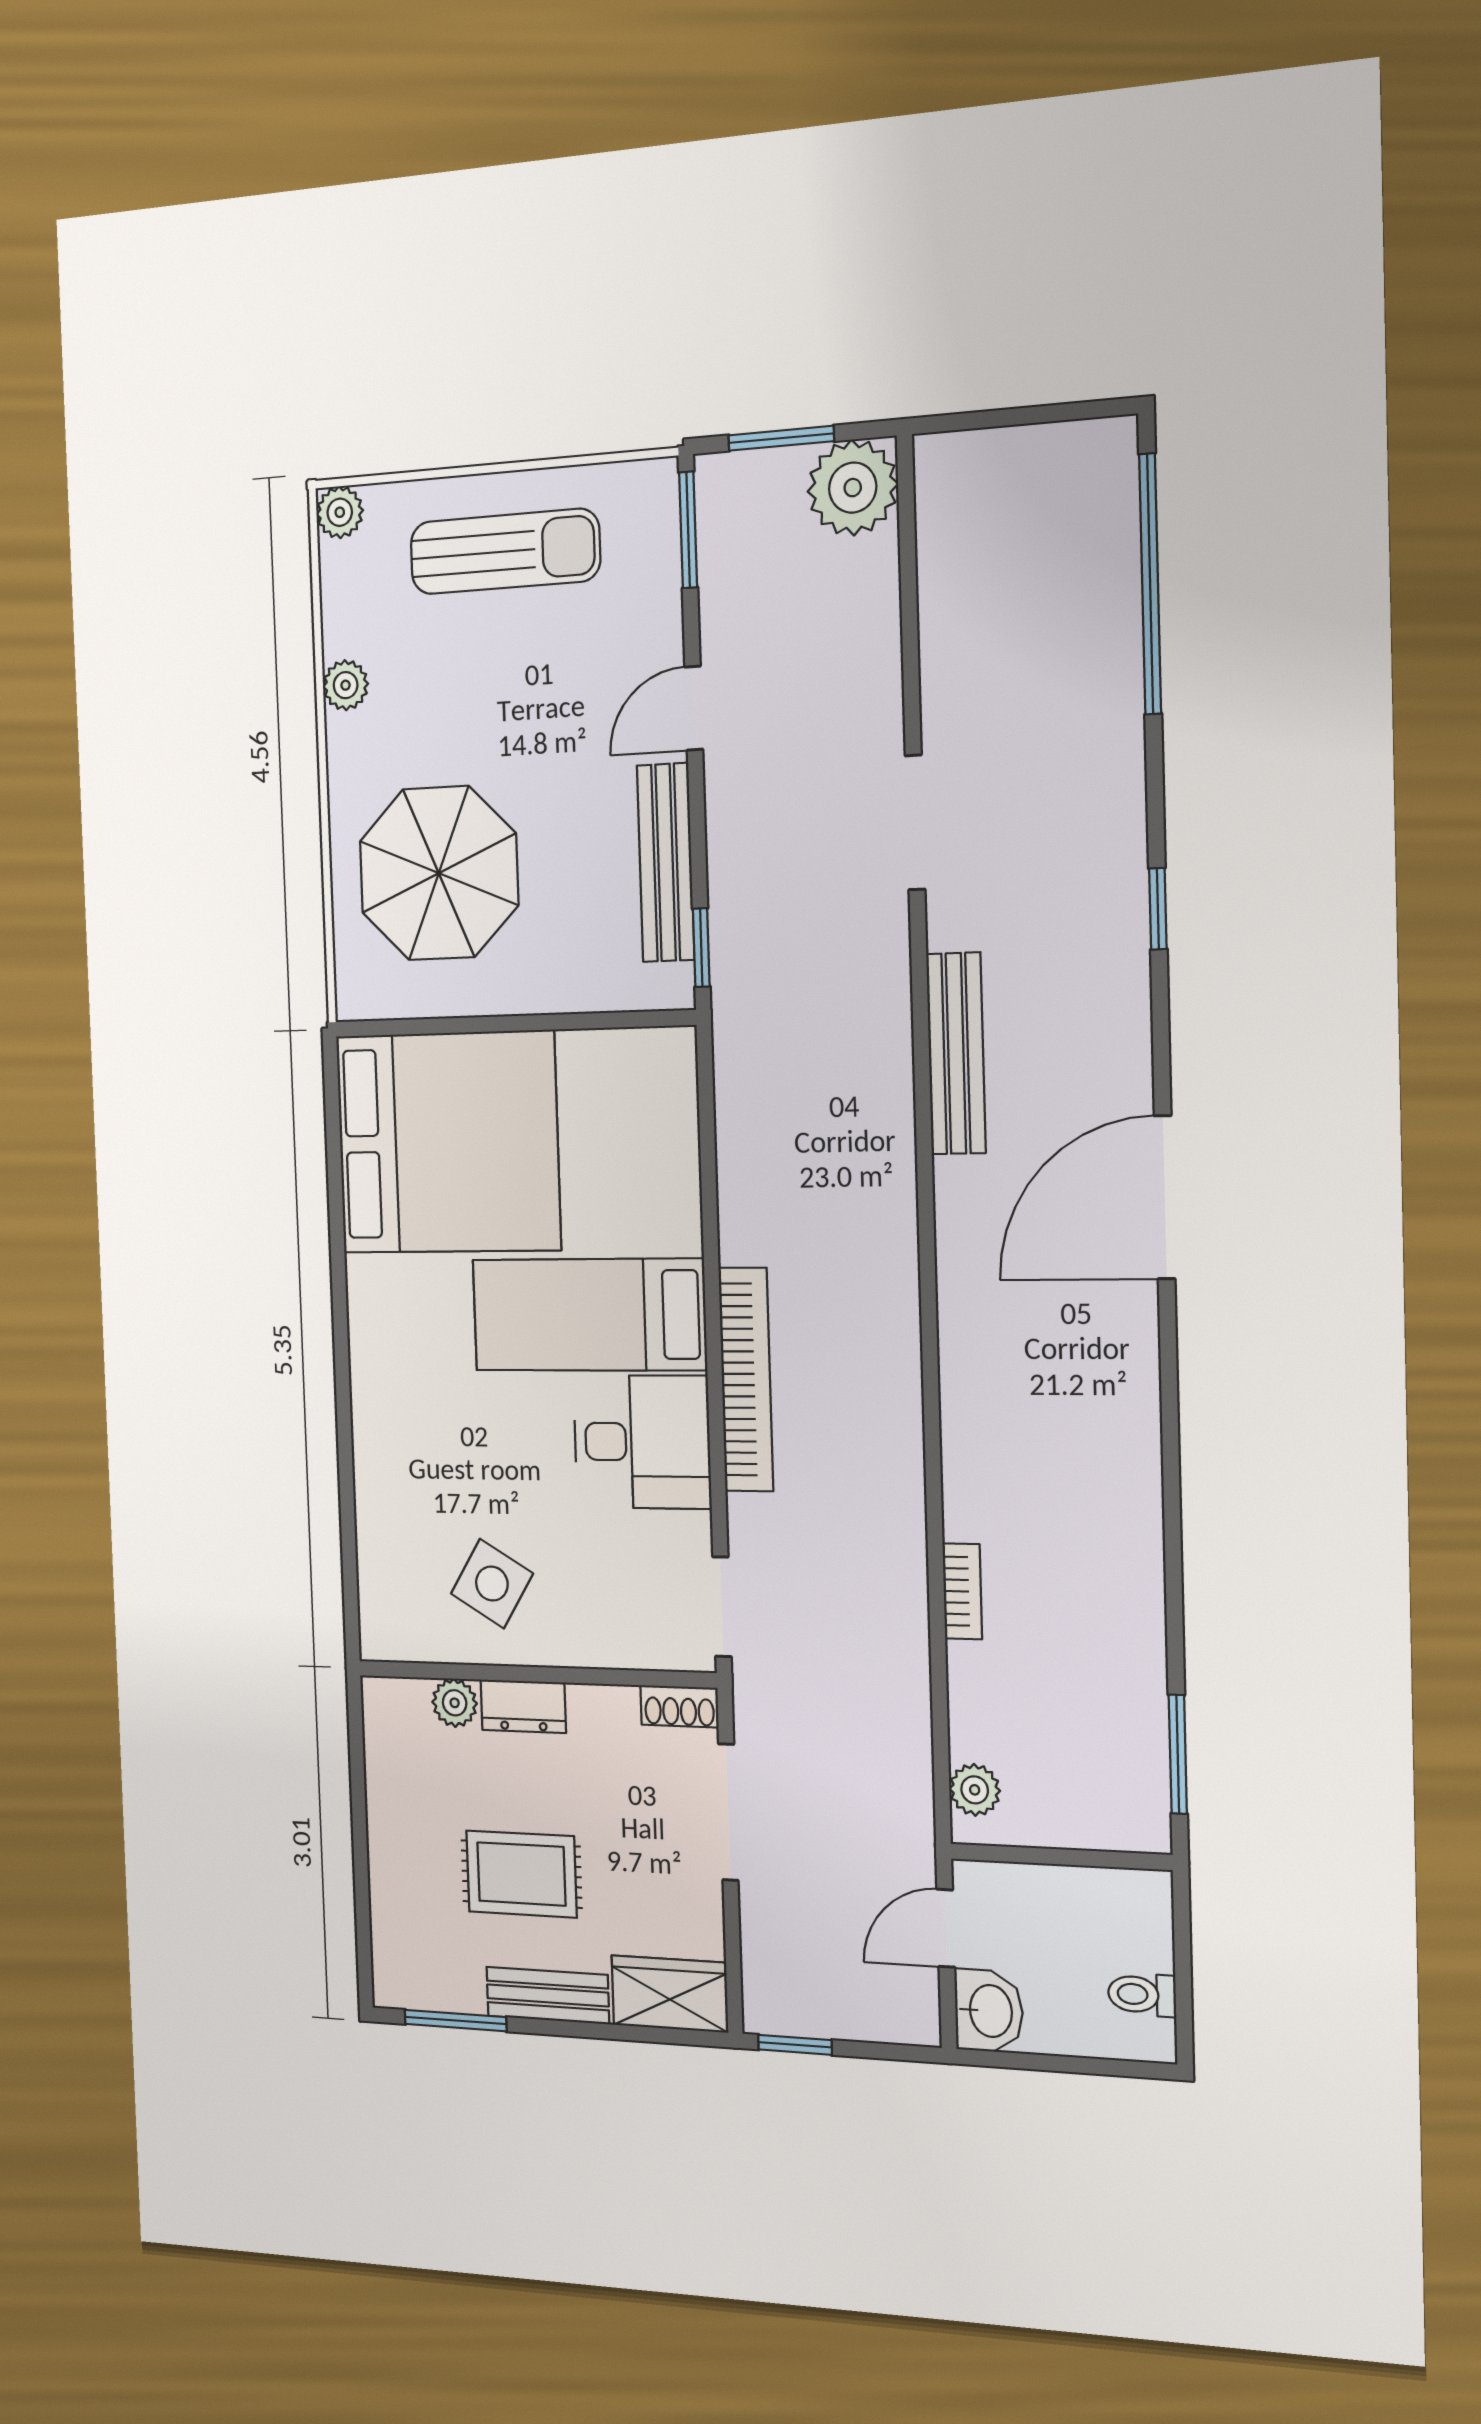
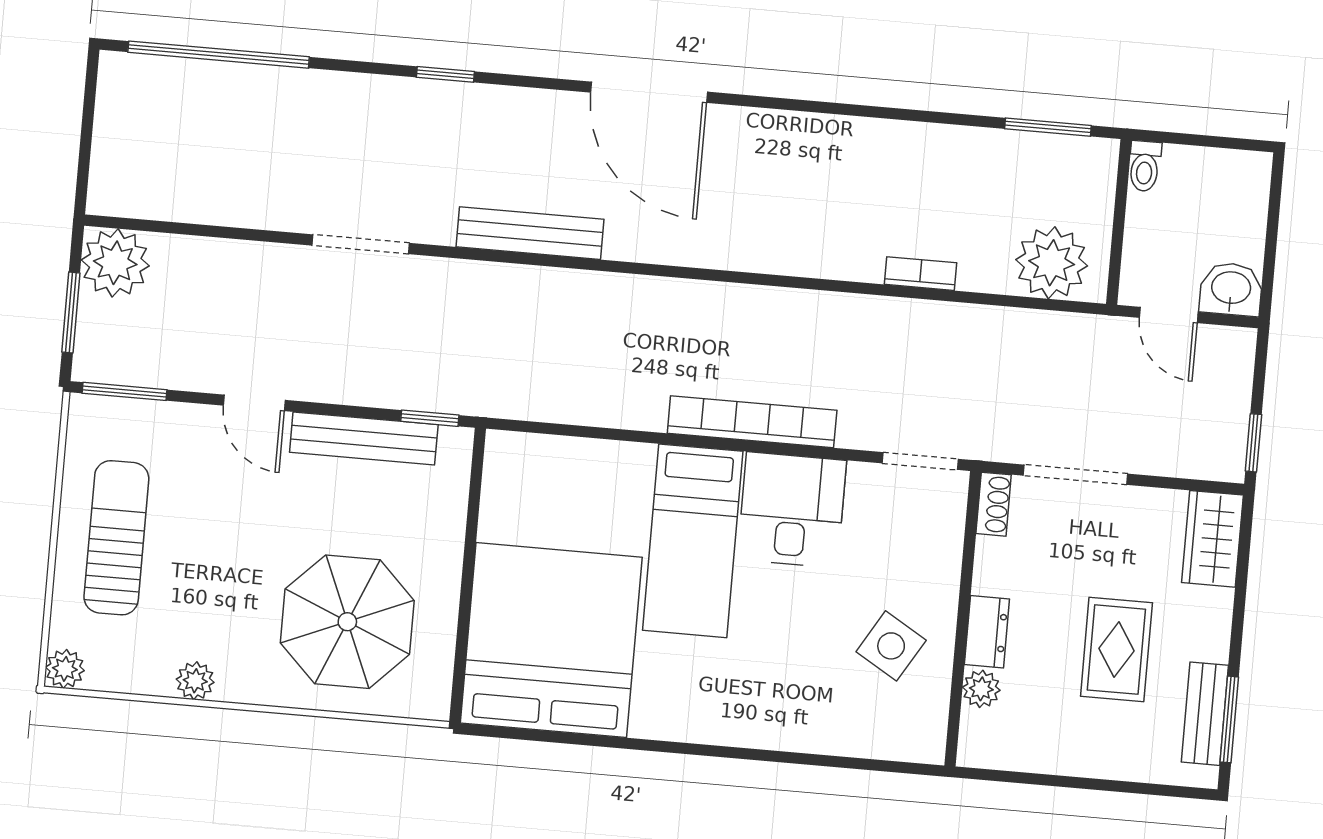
plant: (975, 1790) -> (1052, 263), width x1.88, depth x1.88
bench: (548, 1995) -> (1205, 714), moved
toilet: (1142, 1995) -> (1145, 166), moved

